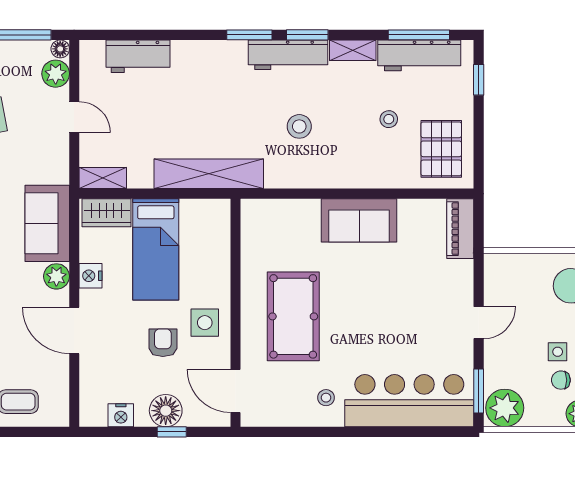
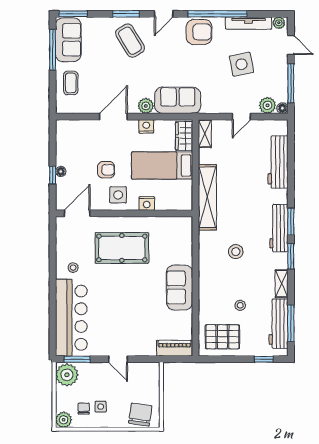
workbench: (288, 55) -> (279, 228), moved
workbench: (138, 56) -> (278, 162), width x1.38
floor lamp: (166, 411) -> (61, 171), width x0.53, depth x0.53
nightstand: (121, 415) -> (147, 203), moved, turned -90

